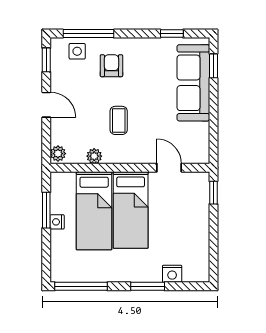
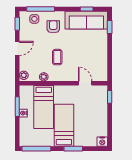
sofa: (193, 83) -> (86, 20), moved, turned -90
door: (46, 105) -> (17, 48), hinge flipped
bed: (131, 210) -> (64, 125), moved, turned 180
nightstand: (172, 274) -> (102, 142), moved

